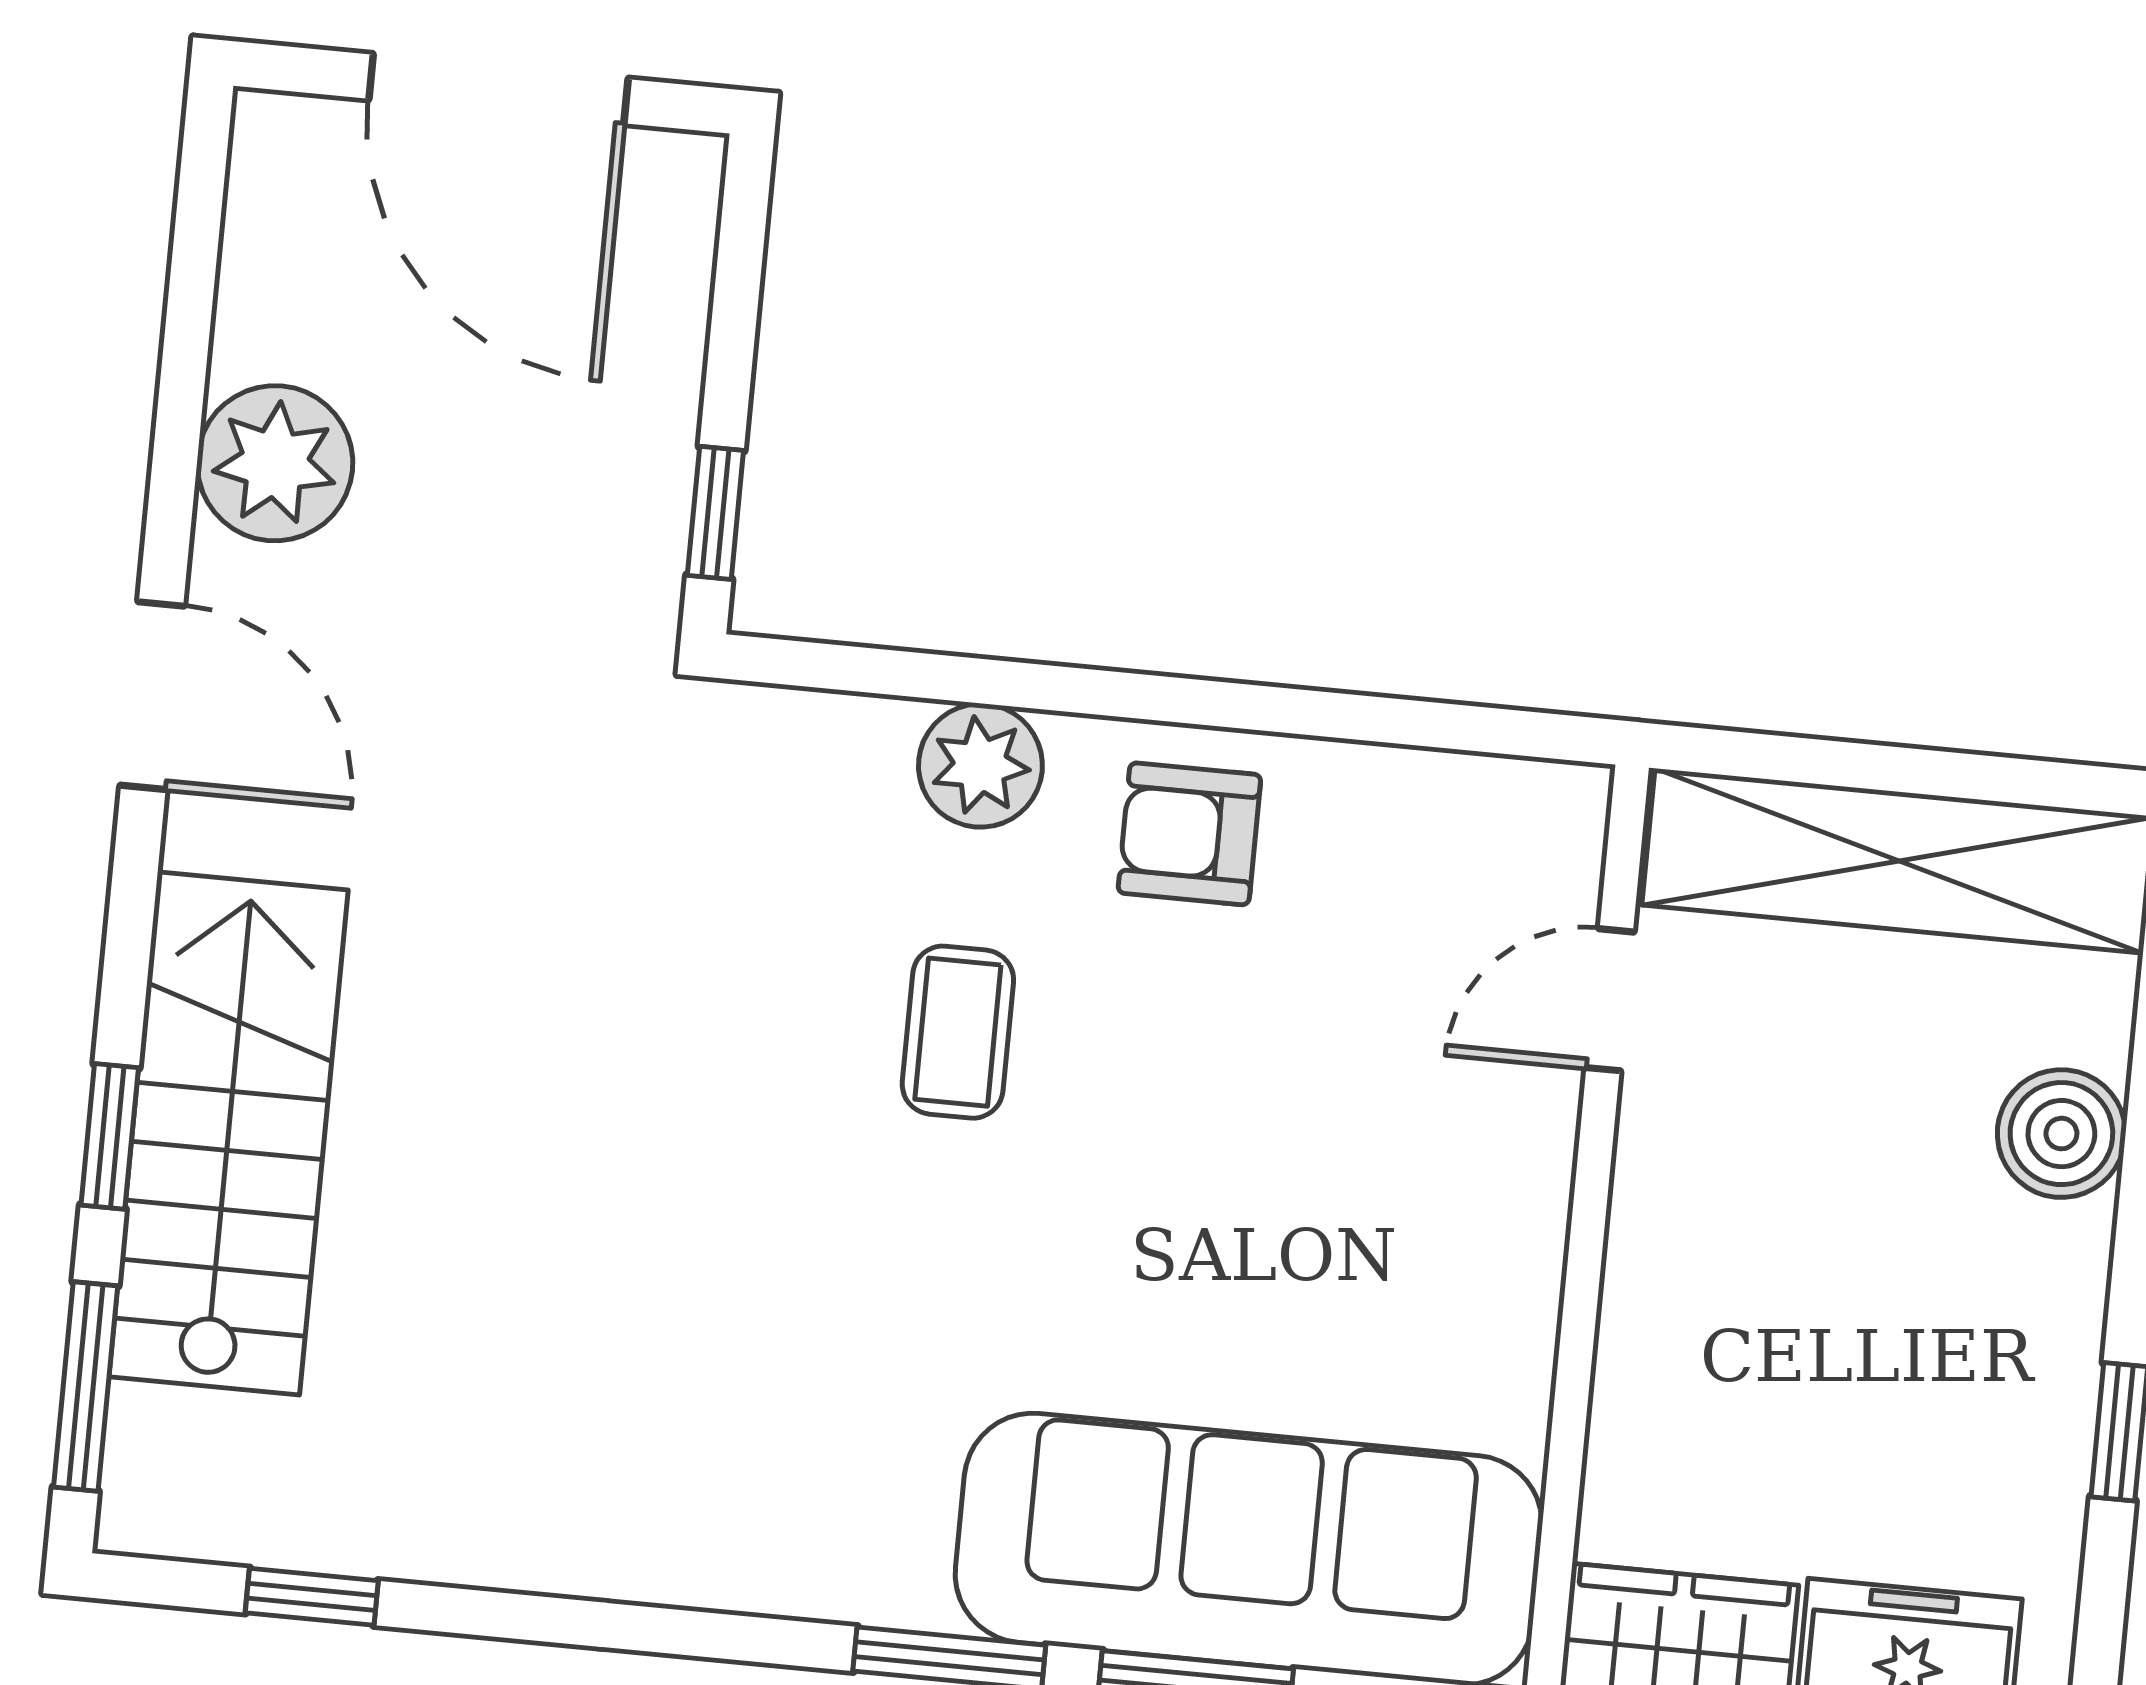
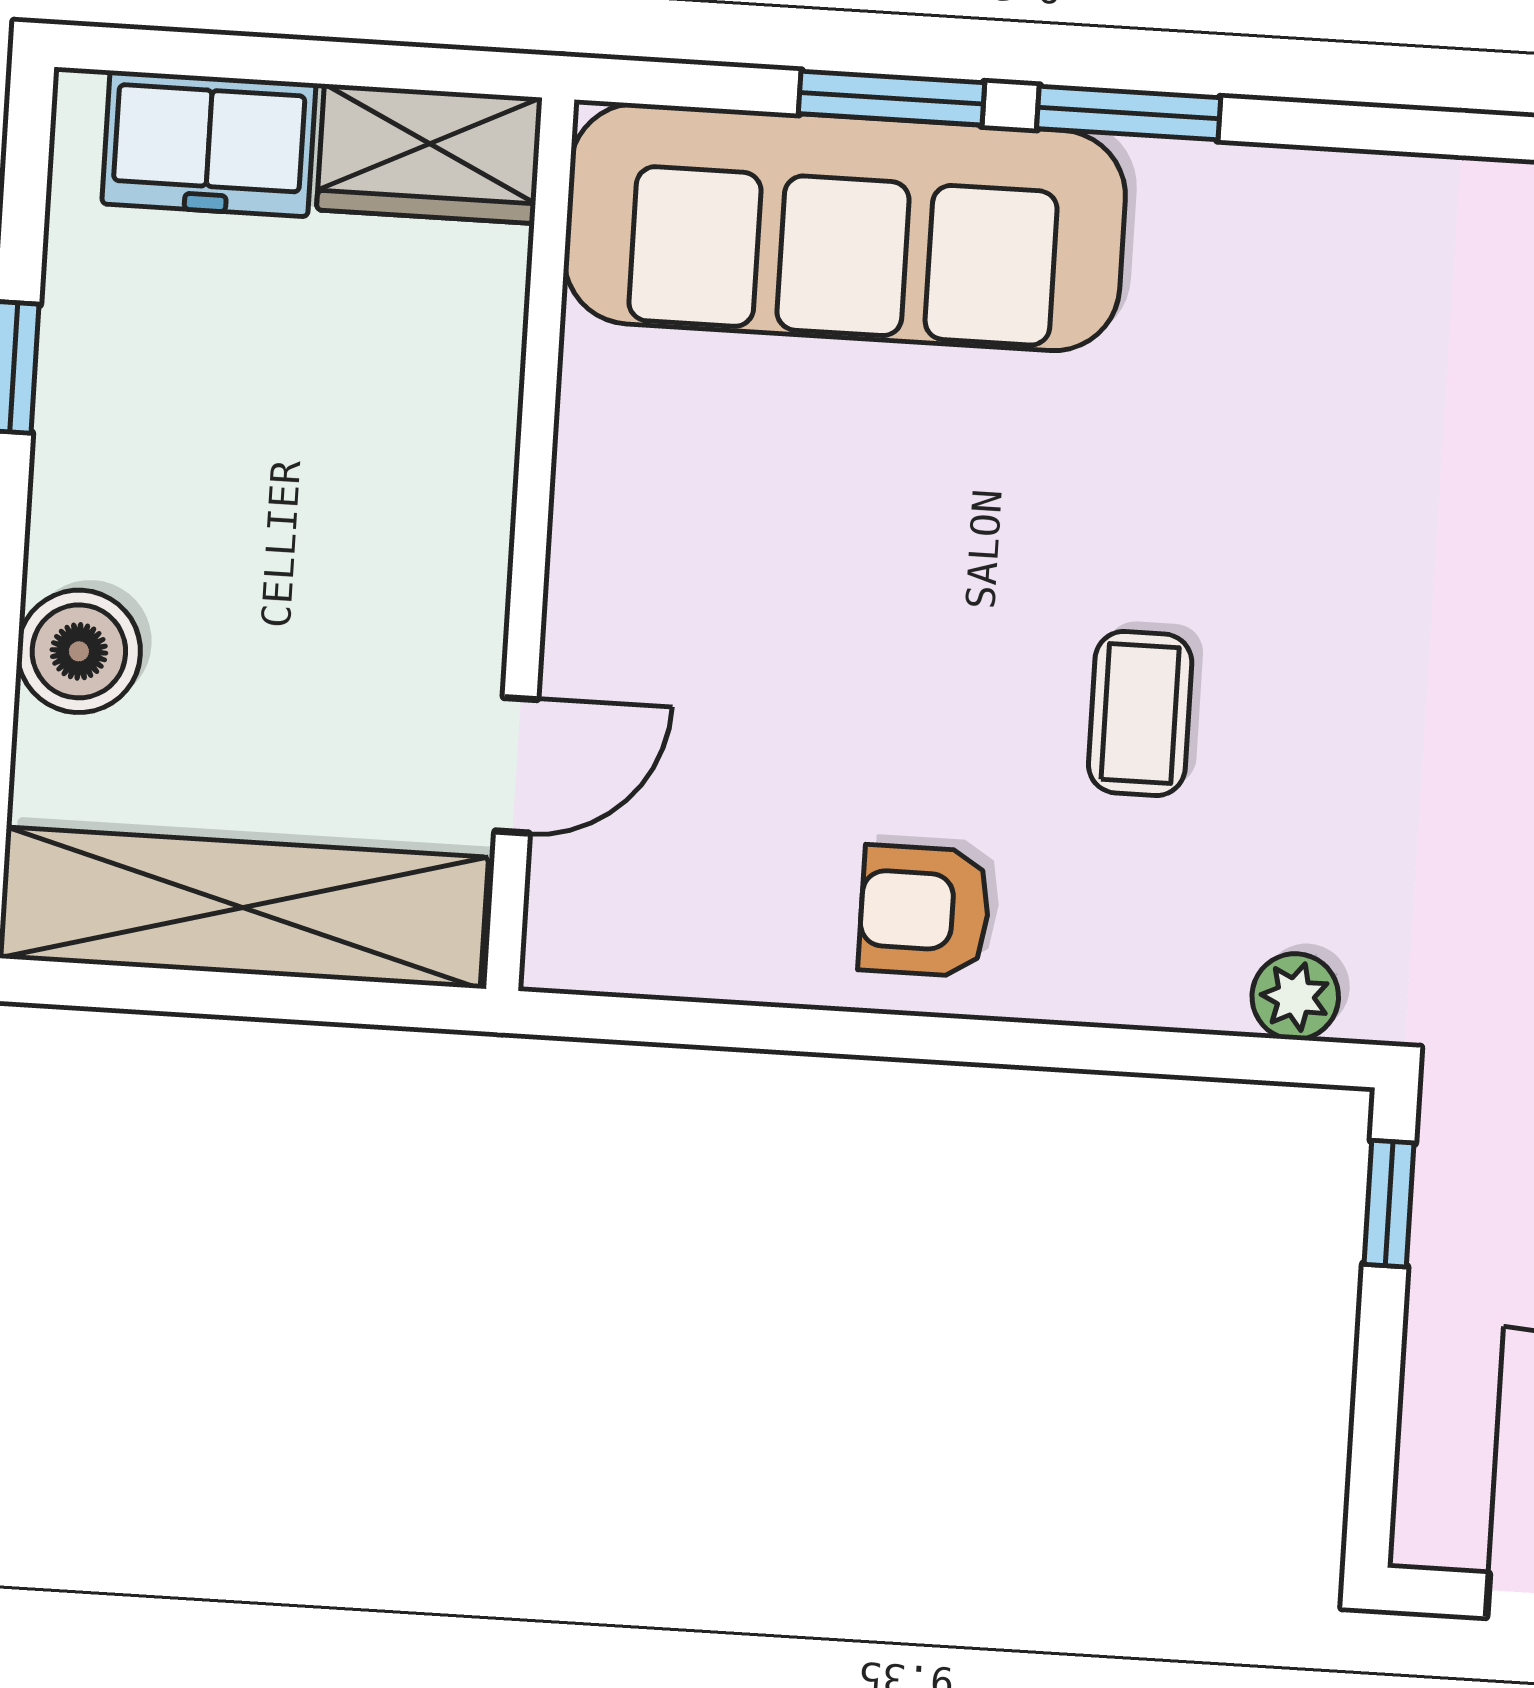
plant: (980, 766) -> (1295, 997), moved, width x0.73, depth x0.73
armchair: (1189, 834) -> (924, 911), turned 180

